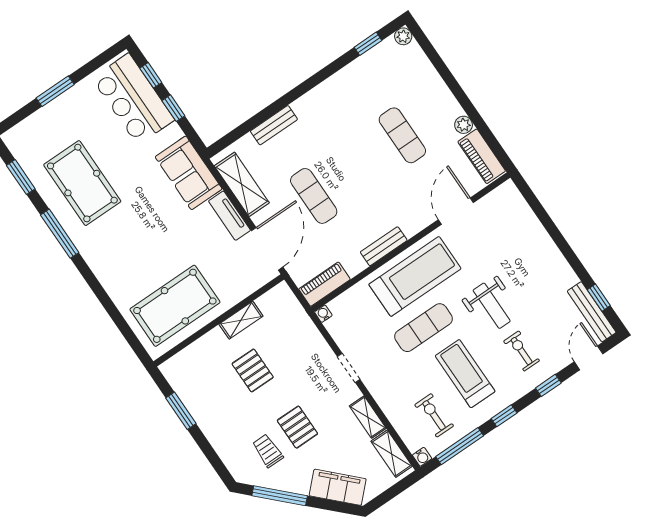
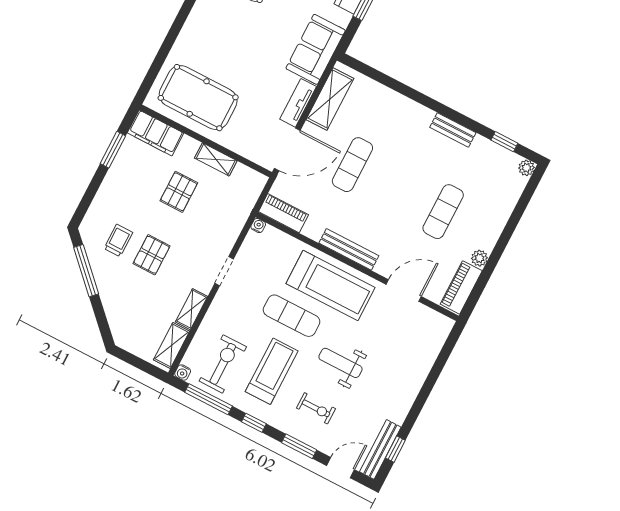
bench: (274, 125) -> (453, 130), moved
bench: (384, 246) -> (349, 249), width x1.36
weight bench: (492, 306) -> (340, 363), turned 90
exercise bike: (522, 351) -> (316, 408), turned 90
window: (548, 385) -> (299, 446), width x1.50
exercise bike: (434, 415) -> (223, 364), width x1.38, depth x1.39
filing cabinet: (338, 487) -> (155, 133), moved, turned 135

